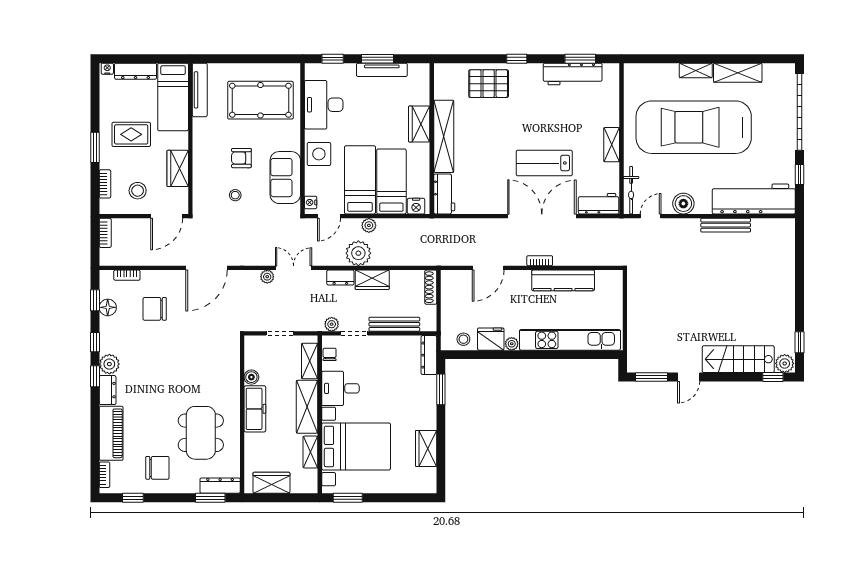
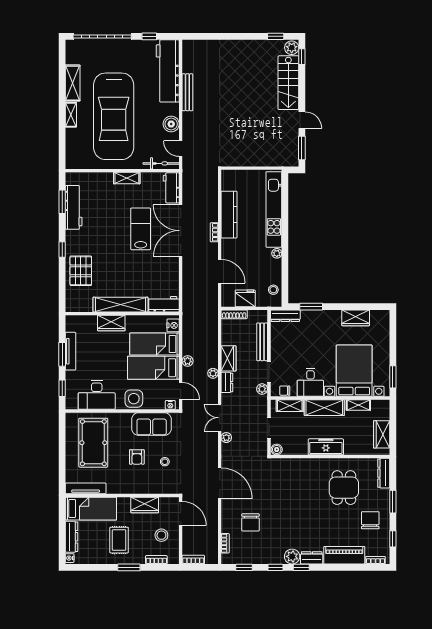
lab bench: (544, 163) -> (141, 229), turned 180
plant: (358, 253) -> (213, 373), width x0.53, depth x0.53
floor lamp: (108, 307) -> (249, 558), removed
fridge: (491, 339) -> (245, 298), moved, turned 90
boiler: (251, 377) -> (277, 449), moved
dining table: (201, 433) -> (344, 488), width x0.73
window: (210, 498) -> (393, 502), moved

